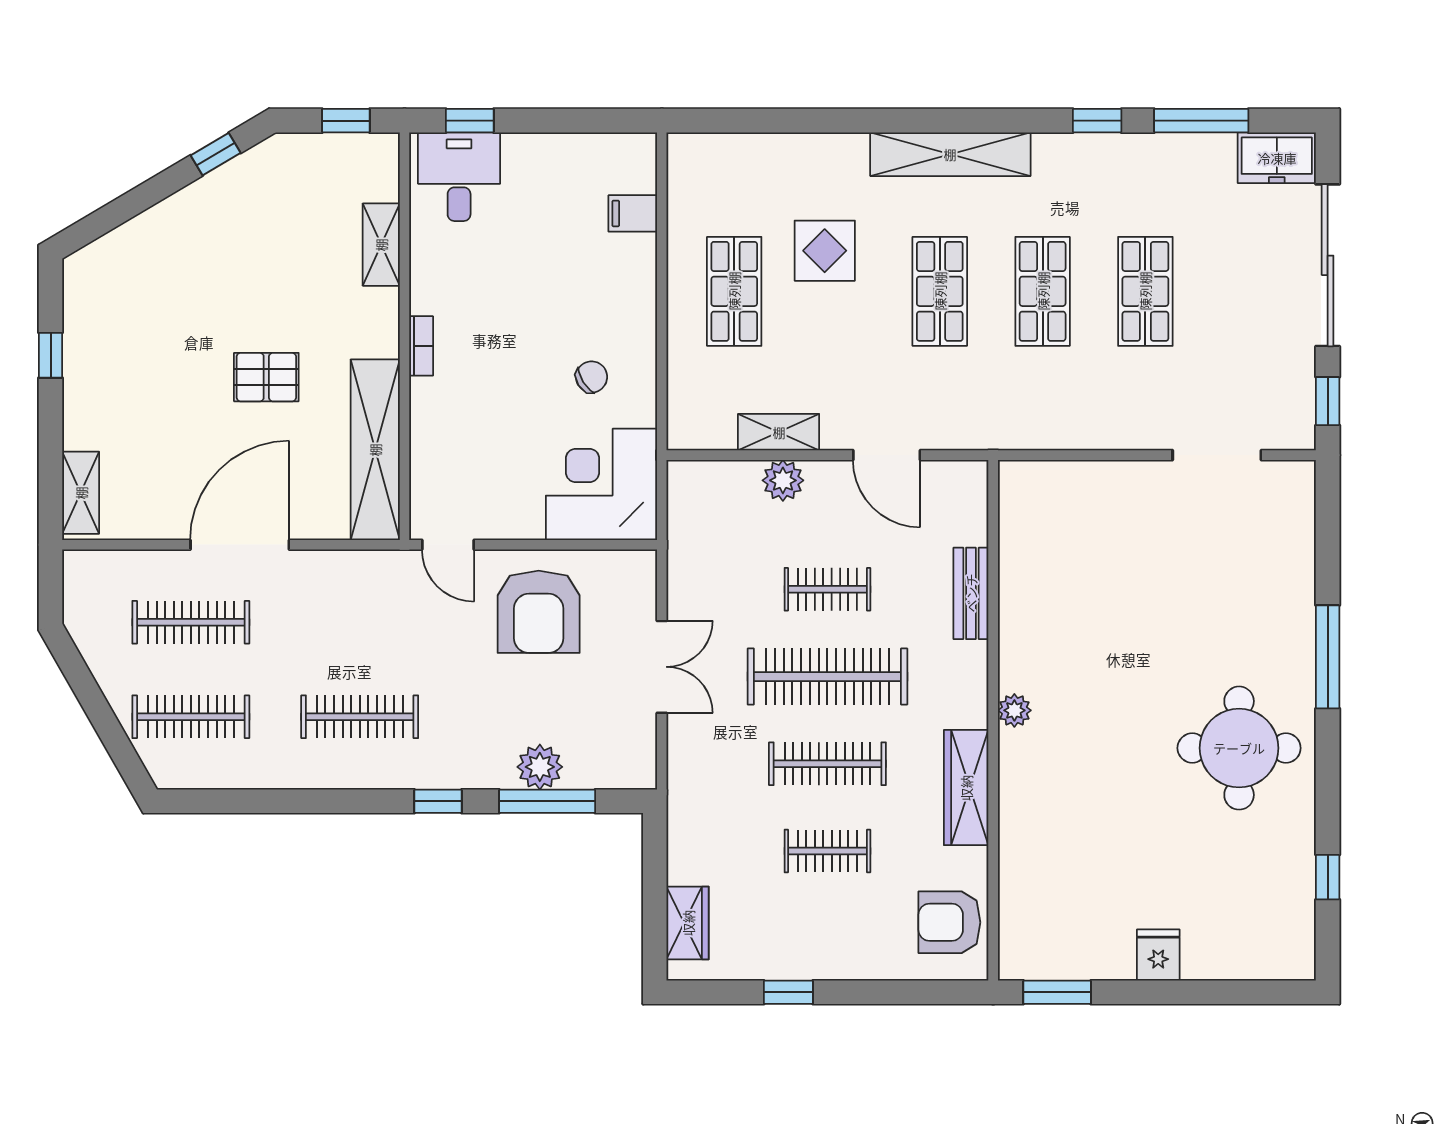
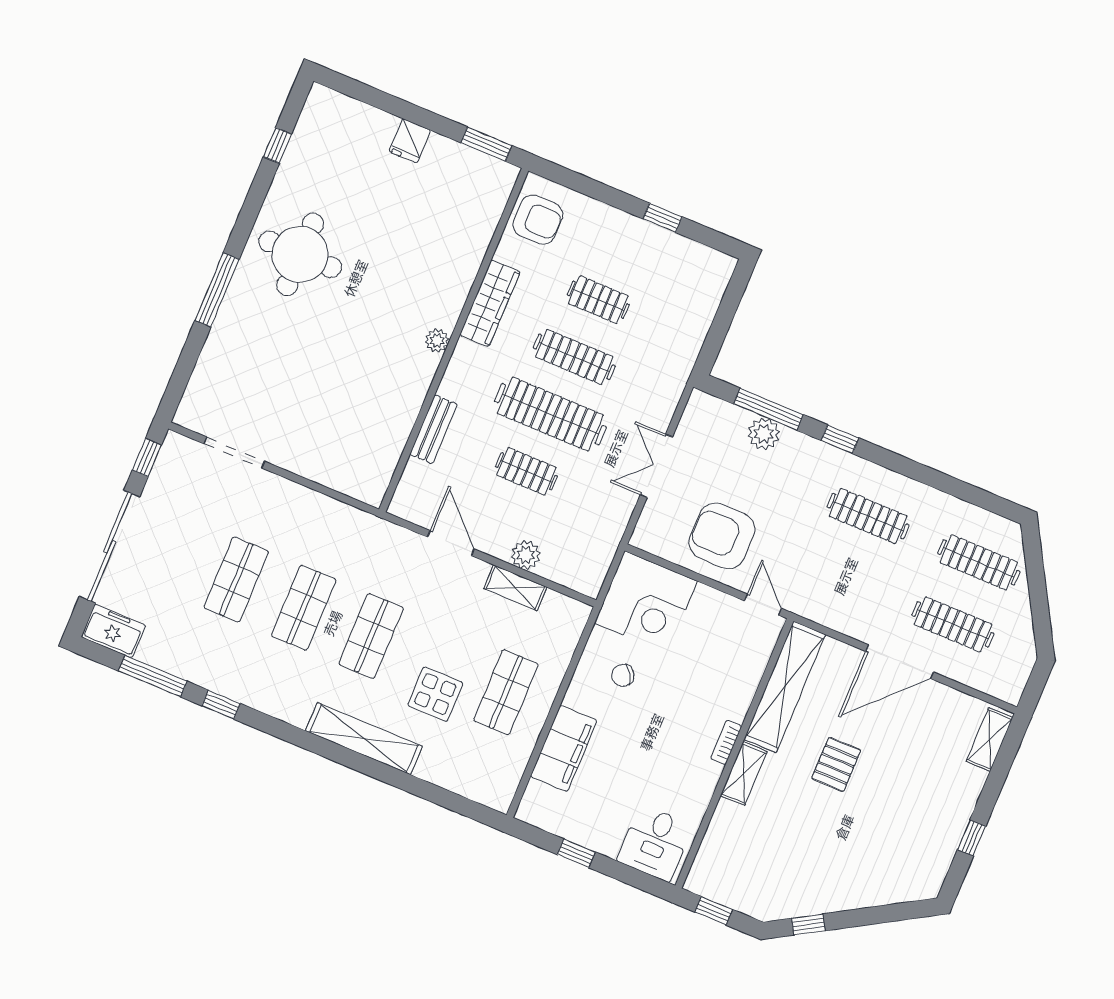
window: (470, 121) -> (576, 853), moved
shelving: (950, 154) -> (364, 739), moved
filing cabinet: (633, 213) -> (564, 748), width x3.00, depth x1.17
shelving: (381, 245) -> (744, 773), moved
pallet: (266, 377) -> (836, 764), turned 90
armchair: (539, 612) -> (722, 536), turned -90
wardrobe: (688, 923) -> (710, 291), removed

